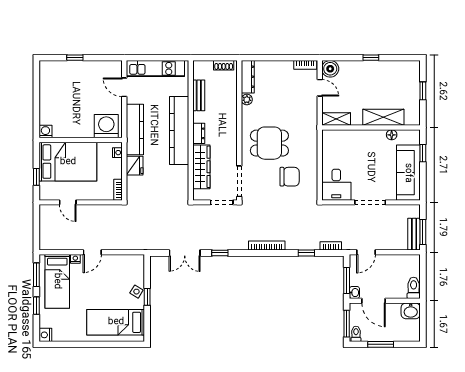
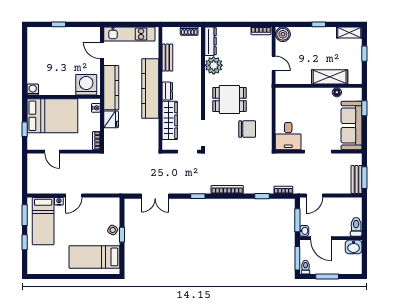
door: (320, 88) -> (274, 63), moved
plant: (247, 100) -> (214, 65), width x1.88, depth x1.88
shelving: (336, 119) -> (349, 32), moved
window: (220, 253) -> (198, 196), moved
nightstand: (45, 335) -> (33, 268), removed

